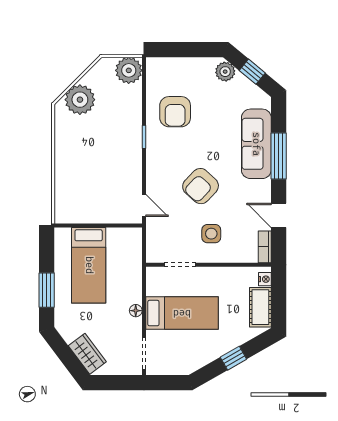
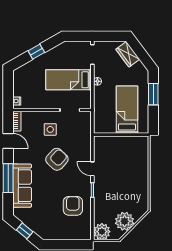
plant: (225, 72) -> (42, 231), removed
plant: (80, 100) -> (125, 221), moved
door: (144, 206) -> (92, 169), moved
cot: (260, 307) -> (20, 83), removed

